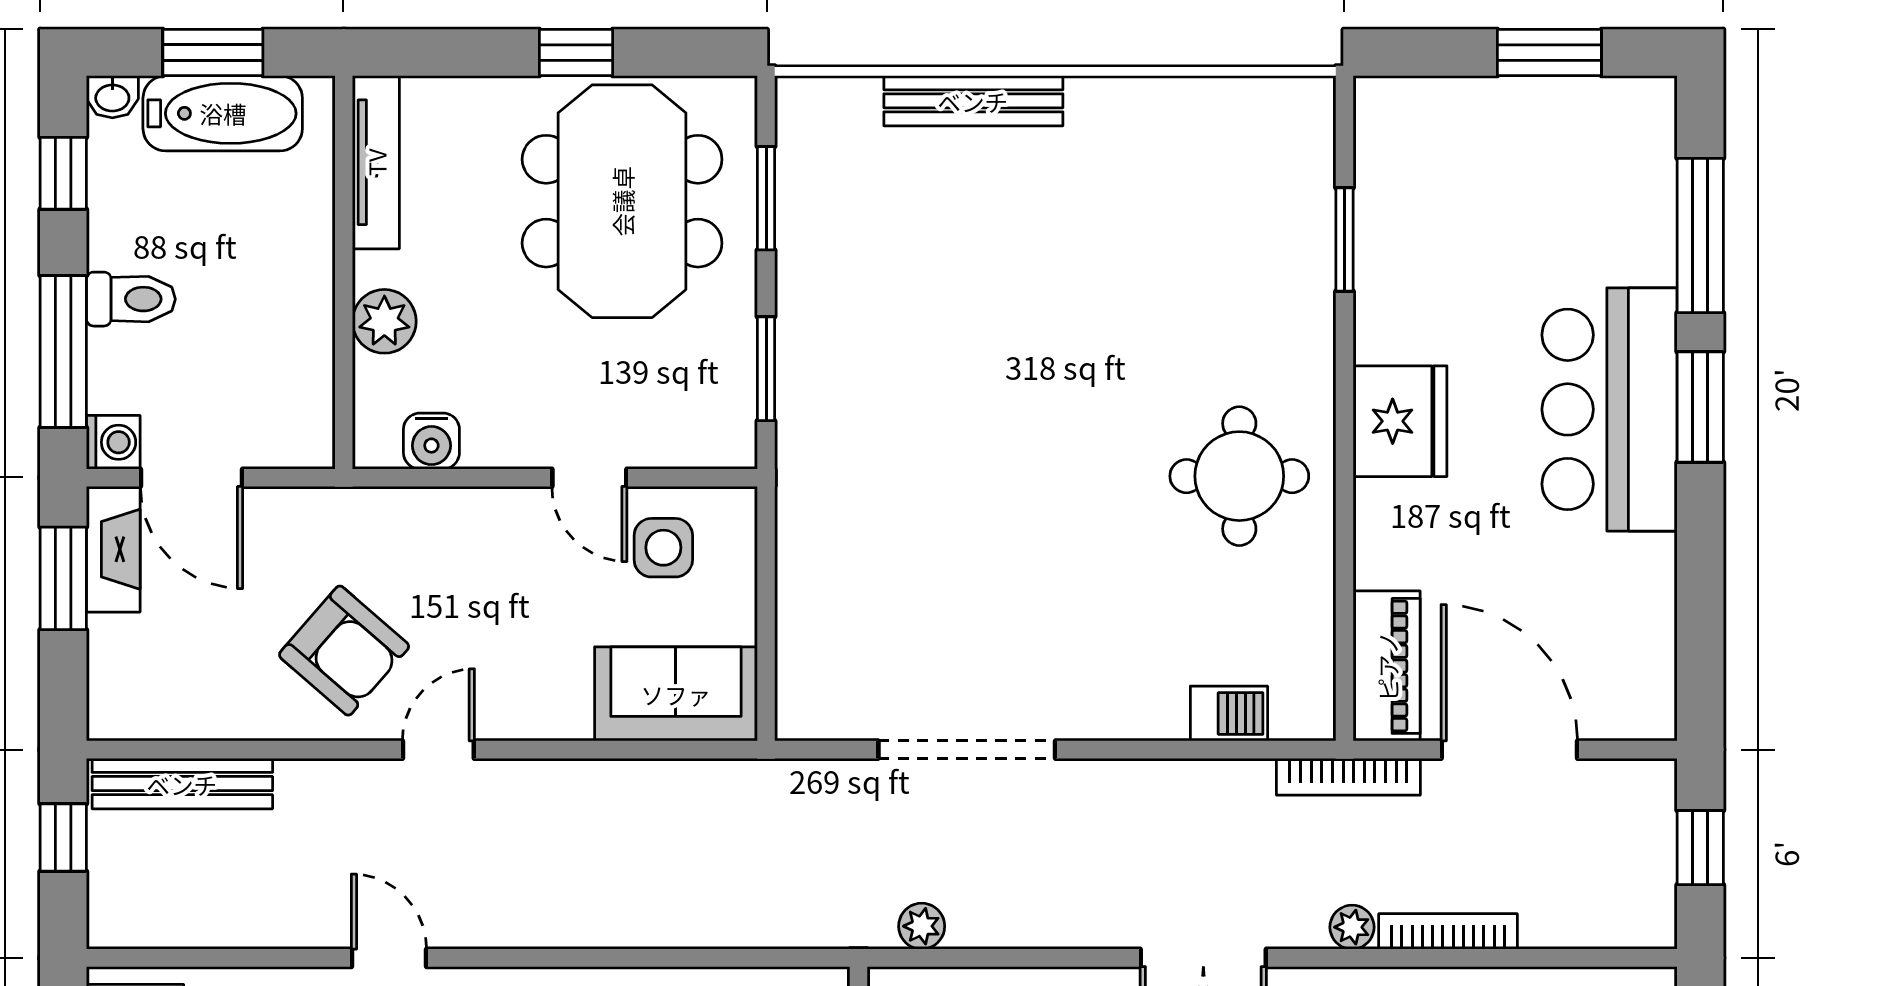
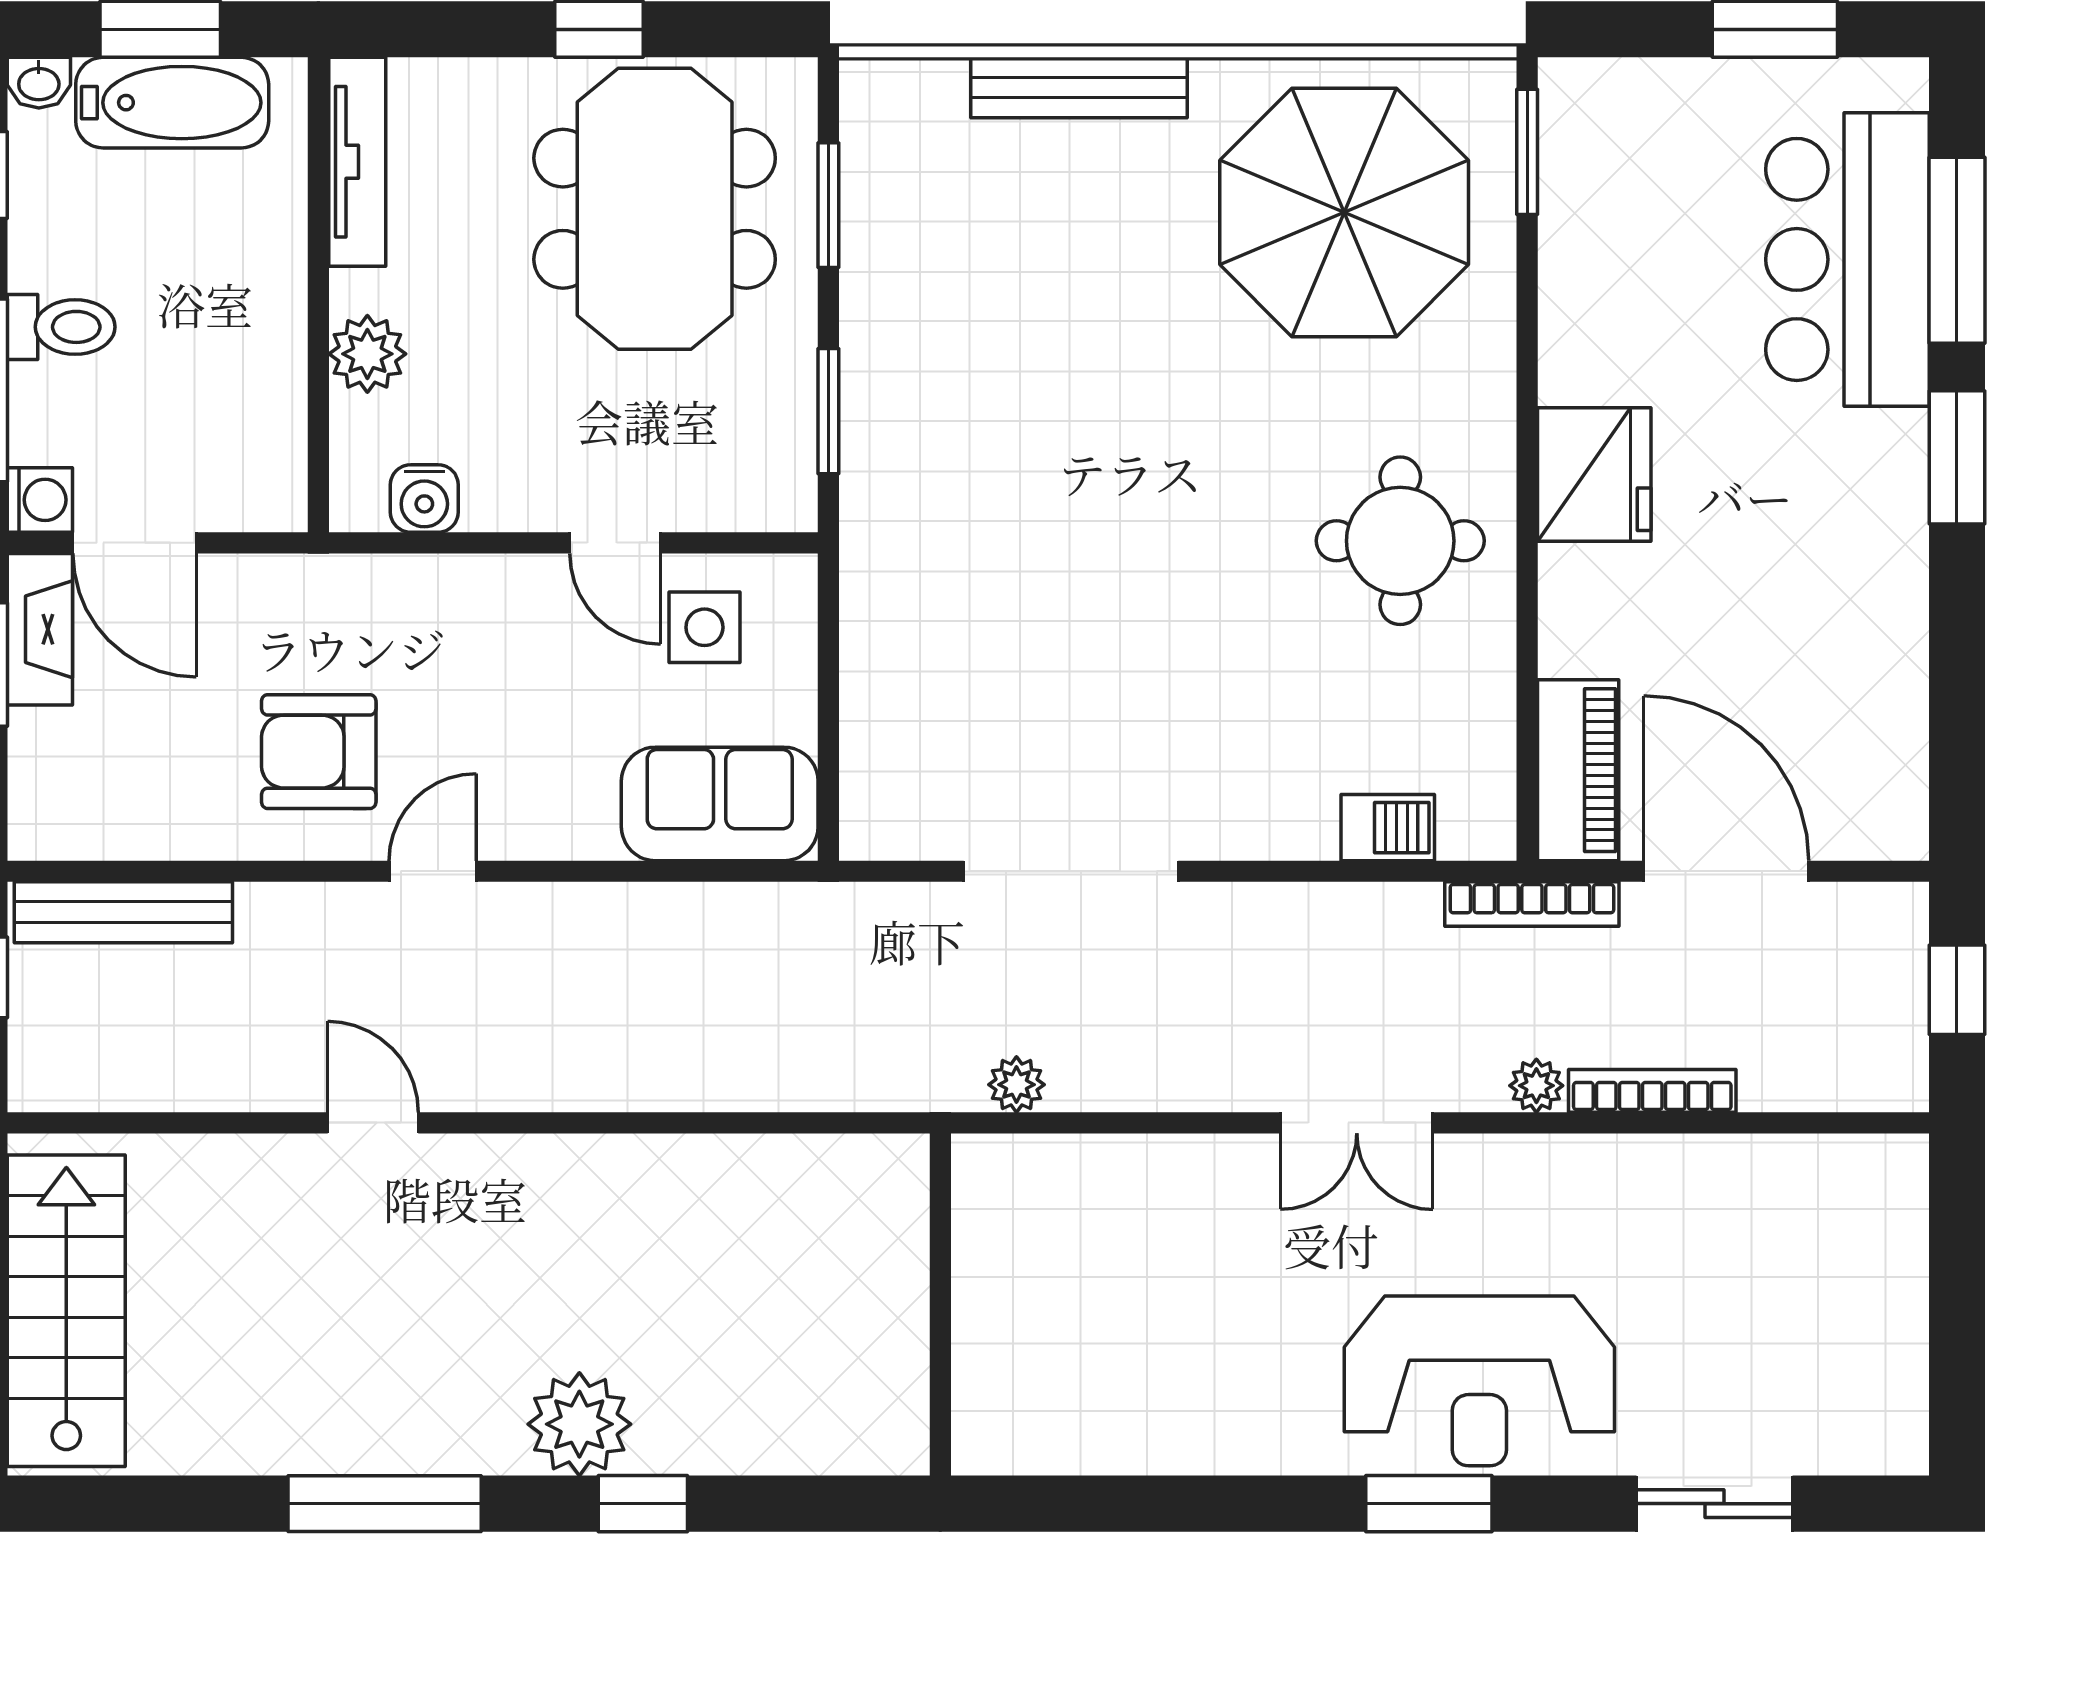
parasol: (1193, 204) -> (1344, 212), added
window: (1344, 240) -> (1527, 152), moved
bar counter: (1610, 409) -> (1847, 259), moved
armchair: (344, 651) -> (319, 752), turned 139

